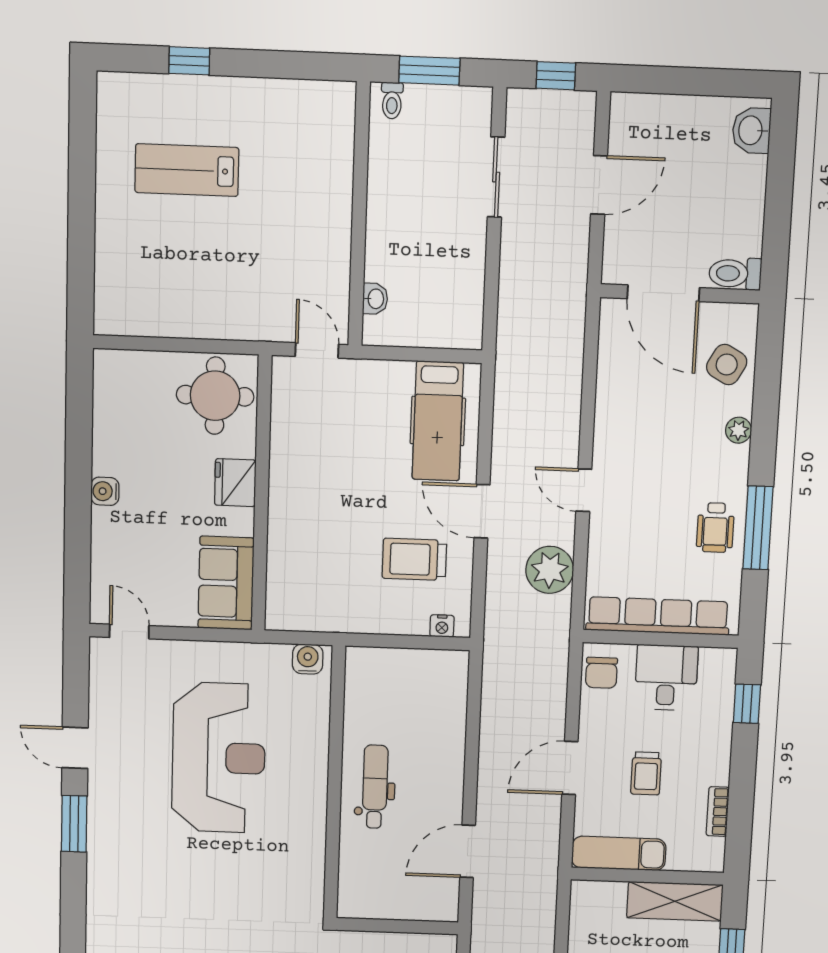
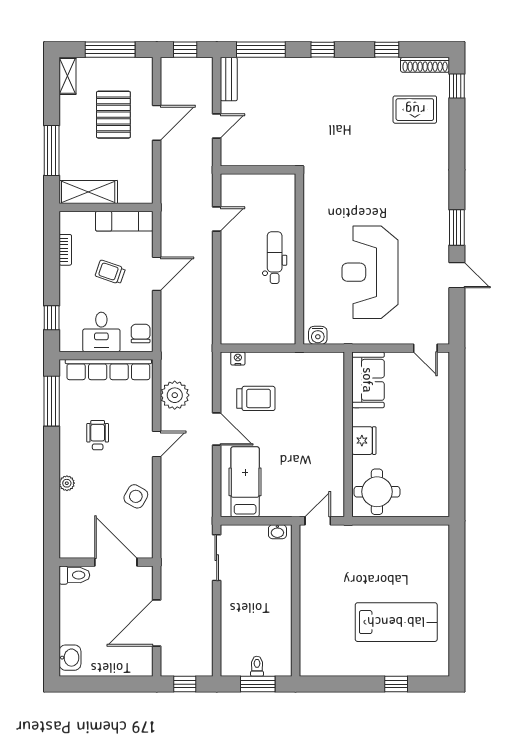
toilet: (392, 101) -> (257, 666), moved
lab bench: (187, 170) -> (396, 622), width x1.36, depth x1.39
sliding door: (496, 177) -> (217, 558), moved
door: (599, 185) -> (157, 623), width x1.36
washbasin: (375, 299) -> (277, 532), moved, turned -90
door: (317, 350) -> (318, 521), swing flipped
side table: (727, 365) -> (136, 496), moved
door: (584, 490) -> (157, 444), hinge flipped
water cooler: (105, 491) -> (441, 432), removed
wheelchair: (715, 528) -> (98, 435), moved
window: (758, 528) -> (52, 401), moved
trolley: (646, 773) -> (110, 272), turned -71
dental chair: (375, 787) -> (275, 258), turned 180
door: (468, 851) -> (217, 219), width x0.73

